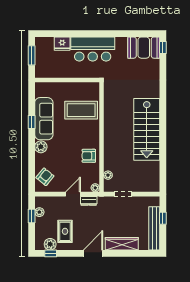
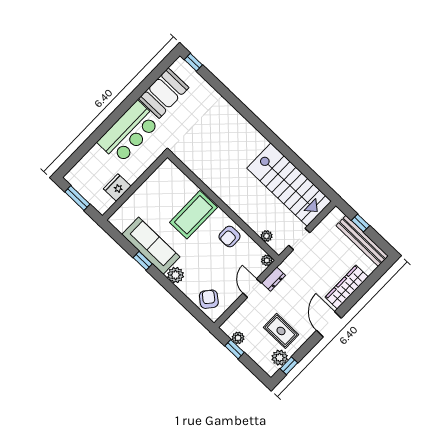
fridge: (62, 44) -> (117, 188), moved, turned 180
booth: (144, 48) -> (164, 93), moved
coffee table: (81, 110) -> (193, 215), moved
stairs: (147, 129) -> (289, 185), moved

